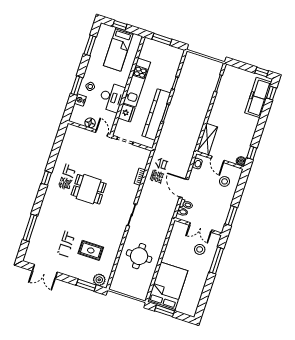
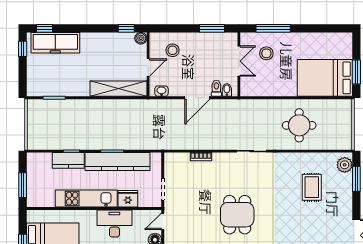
kitchen counter: (169, 79) -> (68, 160), added
shelving: (207, 139) -> (118, 89), width x1.47

